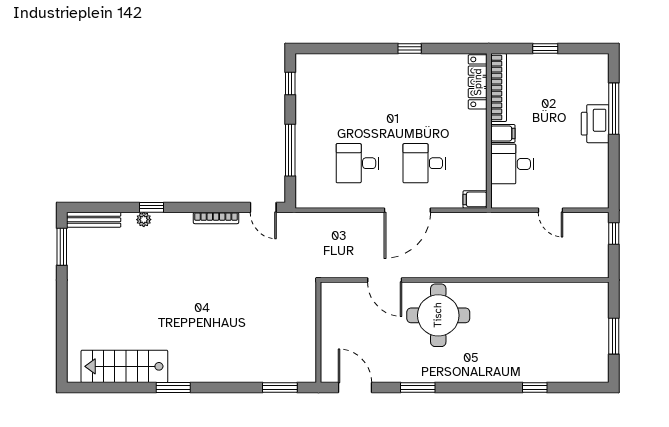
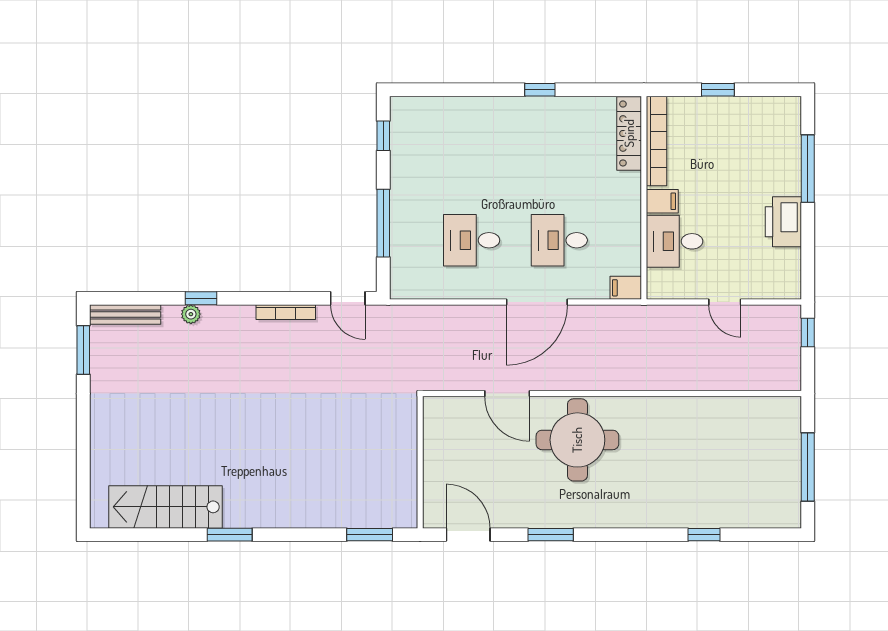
printer: (595, 124) -> (783, 222), moved
window: (614, 336) -> (808, 467), width x1.44

